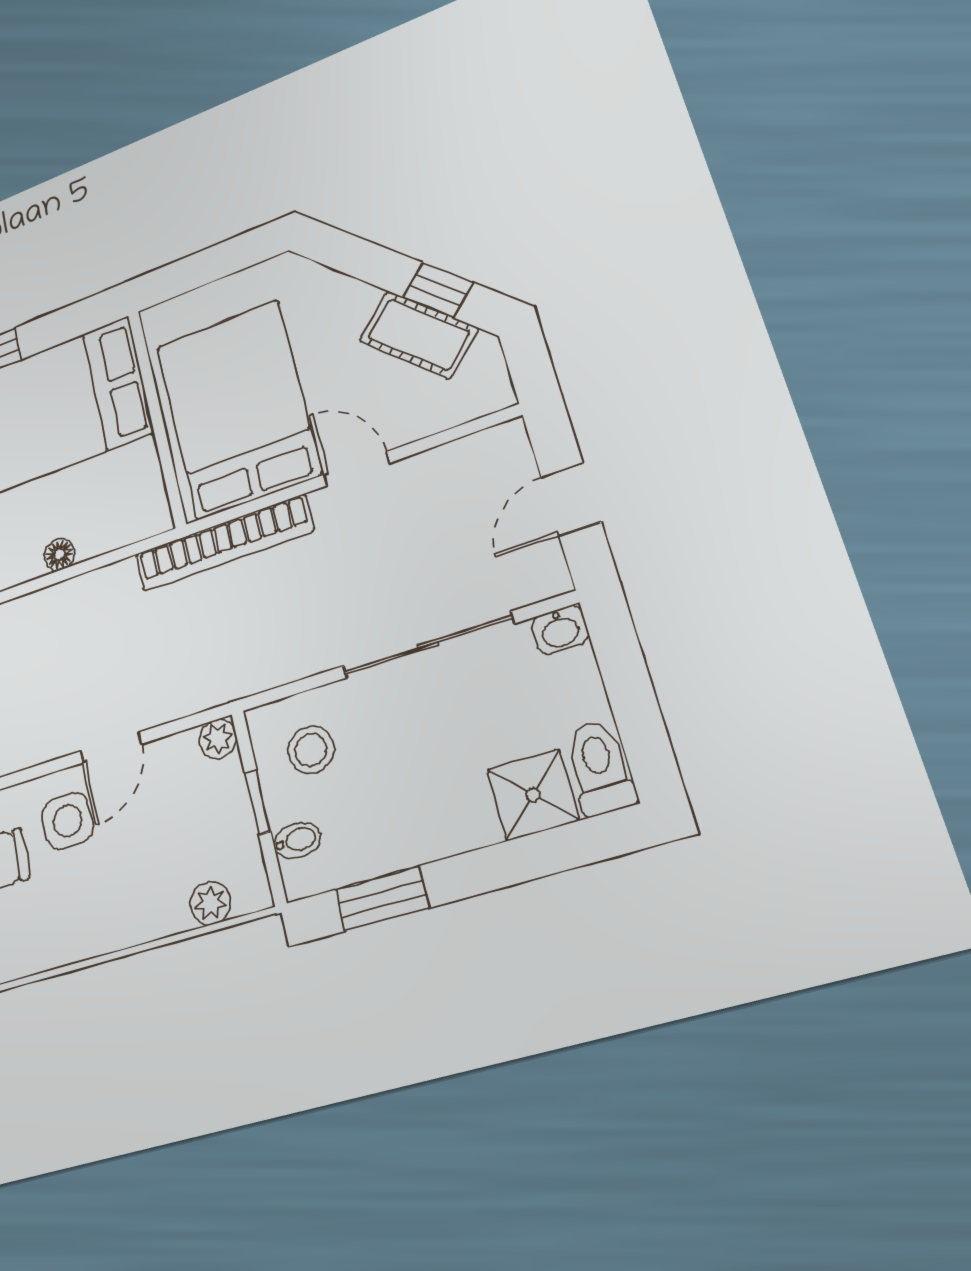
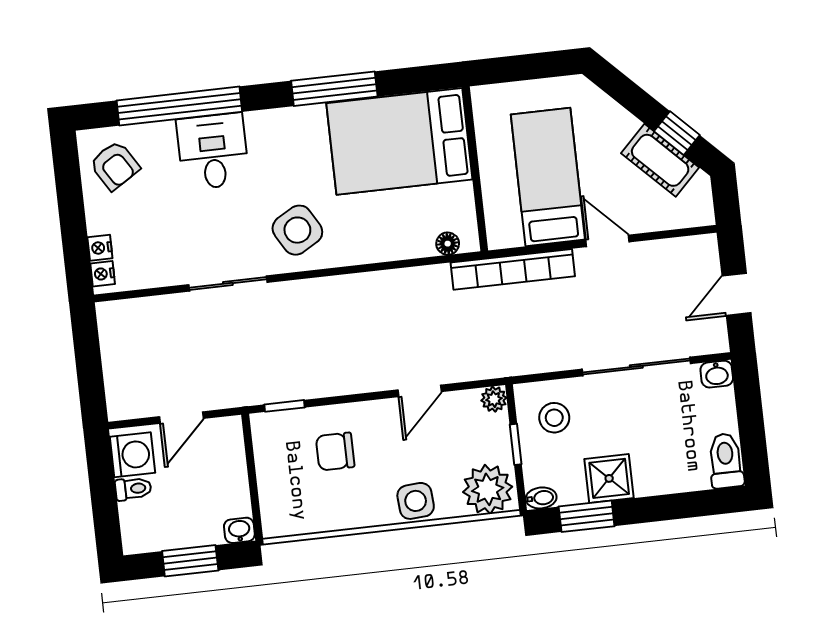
bed: (238, 409) -> (548, 177), width x0.67
floor lamp: (59, 555) -> (448, 244), moved
shower: (533, 795) -> (609, 478), moved
side table: (68, 821) -> (416, 501), moved
bidet: (297, 840) -> (541, 498), moved
plant: (210, 903) -> (488, 489), width x1.87, depth x1.87

